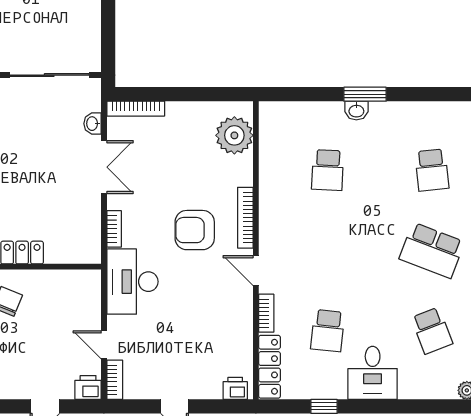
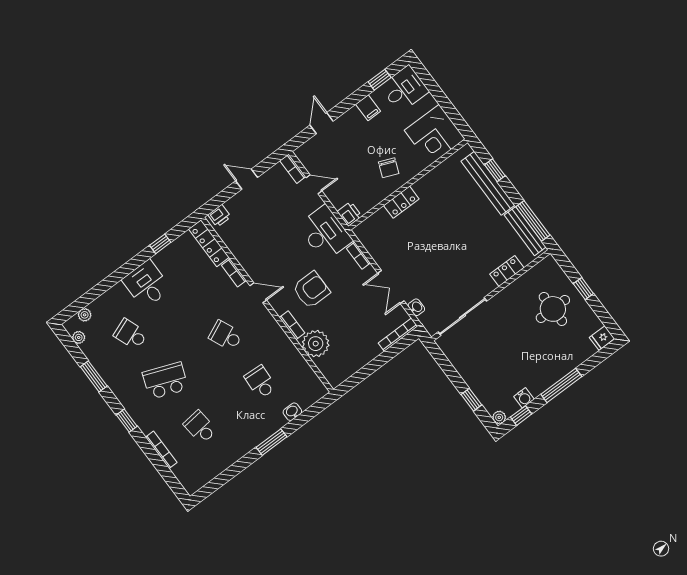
washbasin: (356, 111) -> (292, 412), moved
plant: (234, 135) -> (316, 344), moved
bookcase: (245, 218) -> (292, 325), width x0.64
school desk: (328, 331) -> (226, 336), moved, turned -30
printer: (88, 388) -> (349, 214), moved, turned -90

